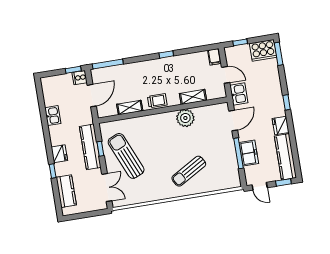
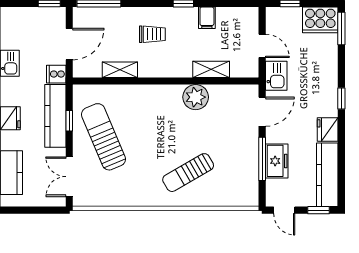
filing cabinet: (214, 57) -> (207, 18), moved
cooker: (80, 78) -> (56, 74), moved
trolley: (157, 101) -> (152, 34), moved
double door: (107, 187) -> (69, 177), swing flipped

